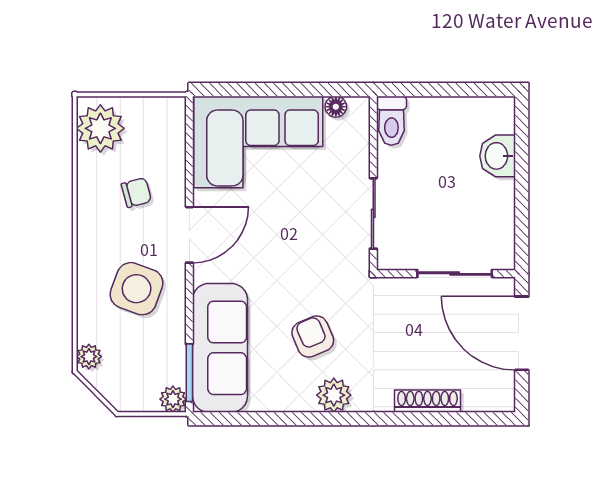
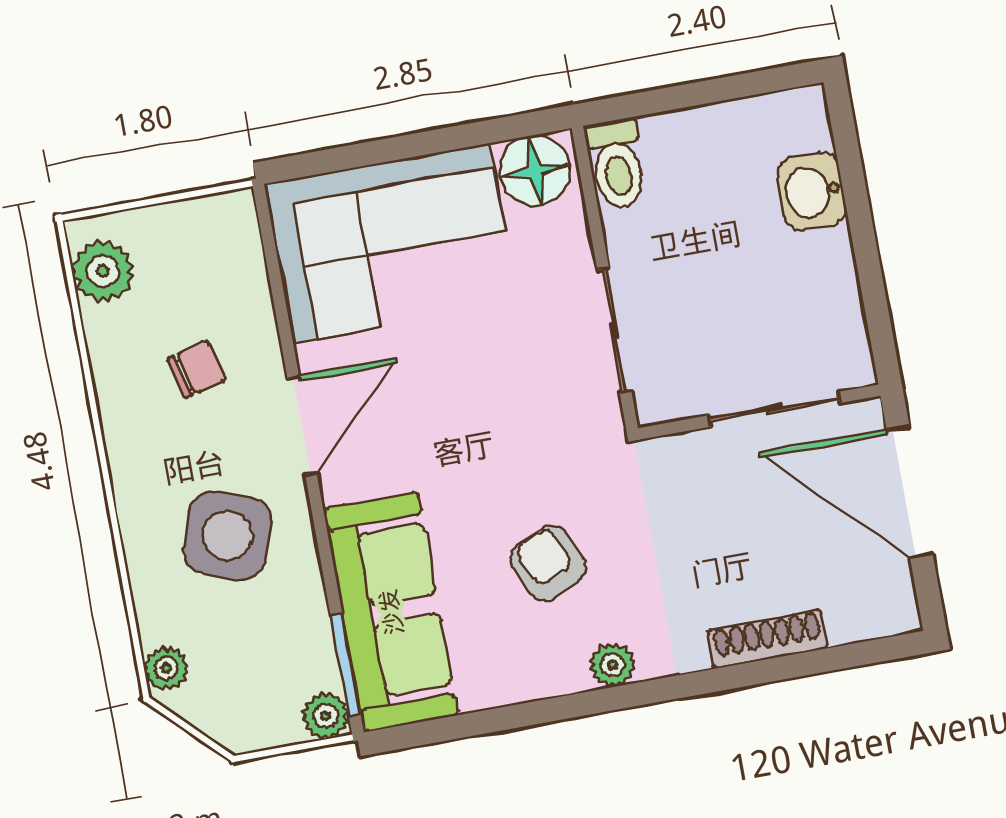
floor lamp: (336, 107) -> (535, 171), width x1.89, depth x1.89
plant: (100, 128) -> (103, 271), width x0.73, depth x0.73
plant: (334, 395) -> (613, 665), width x0.73, depth x0.73

